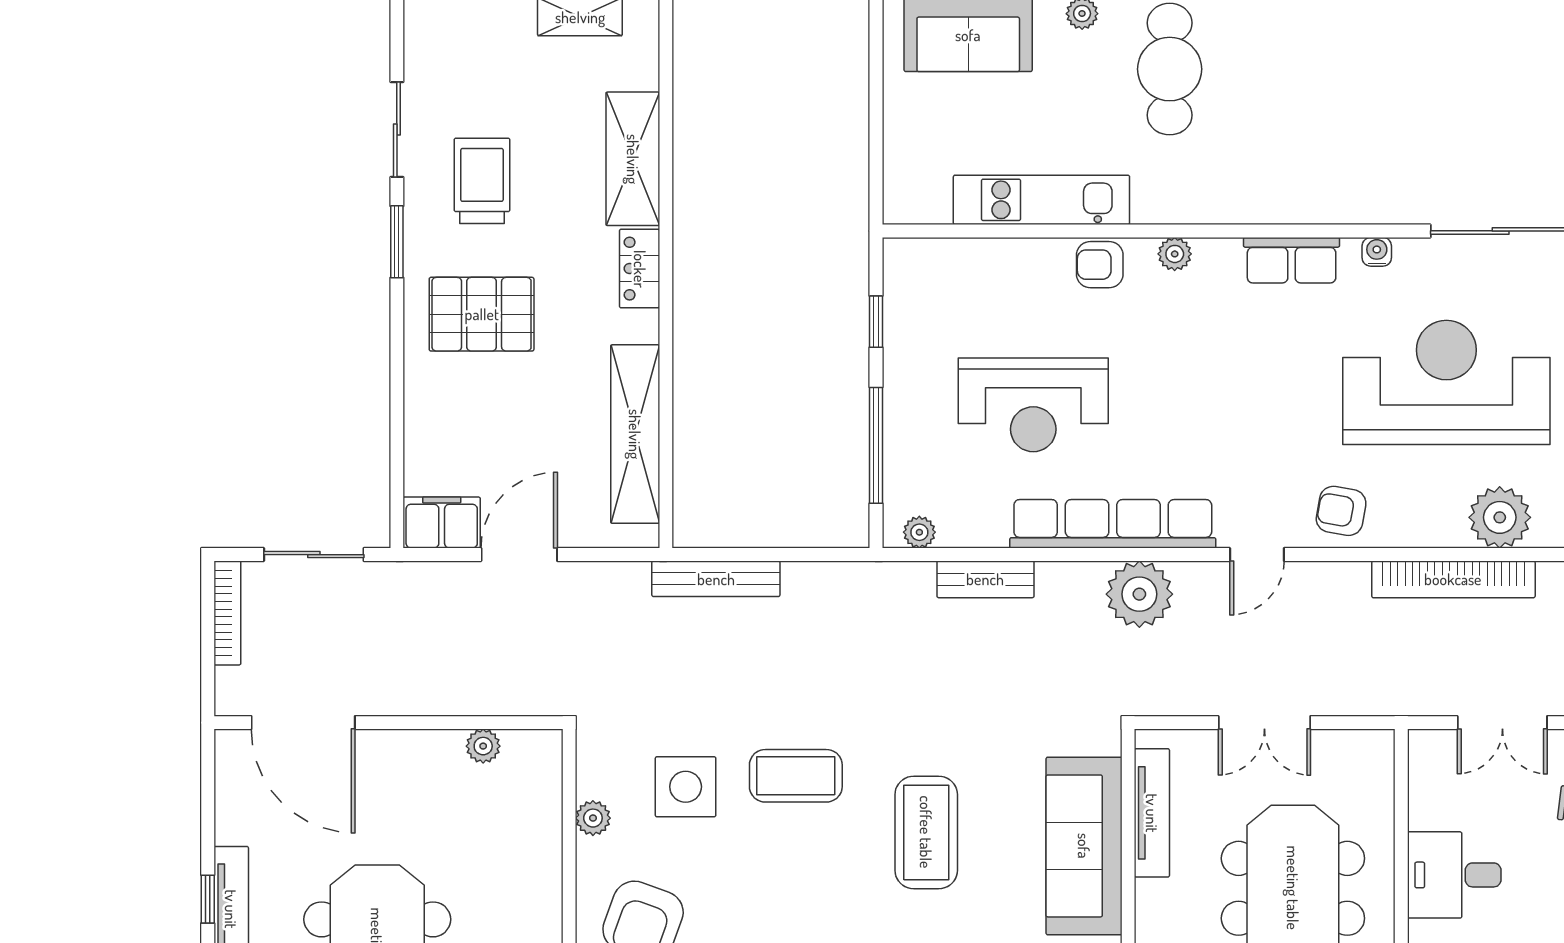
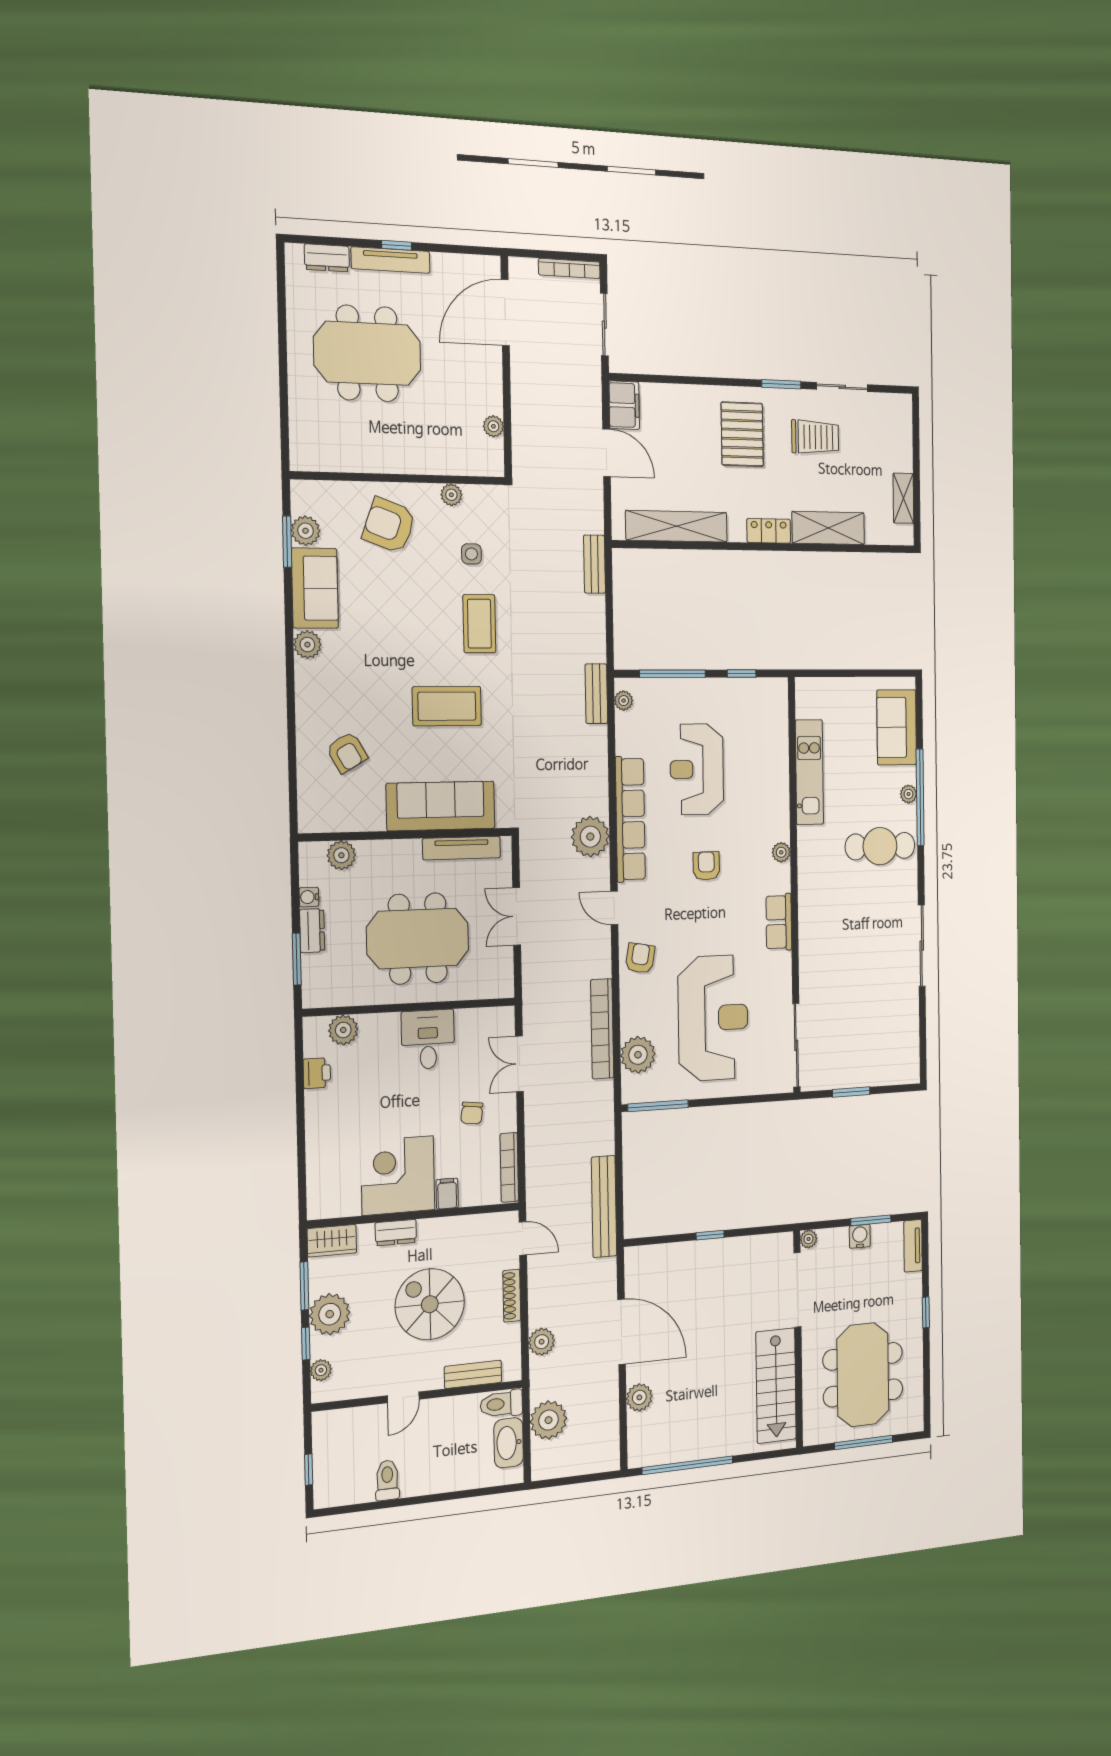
water cooler: (1377, 252) -> (784, 973), removed
armchair: (1100, 265) -> (706, 866), moved
bench: (716, 579) -> (594, 564), width x0.73
bench: (985, 579) -> (596, 694), moved
side table: (686, 787) -> (471, 554), width x0.54, depth x0.54

